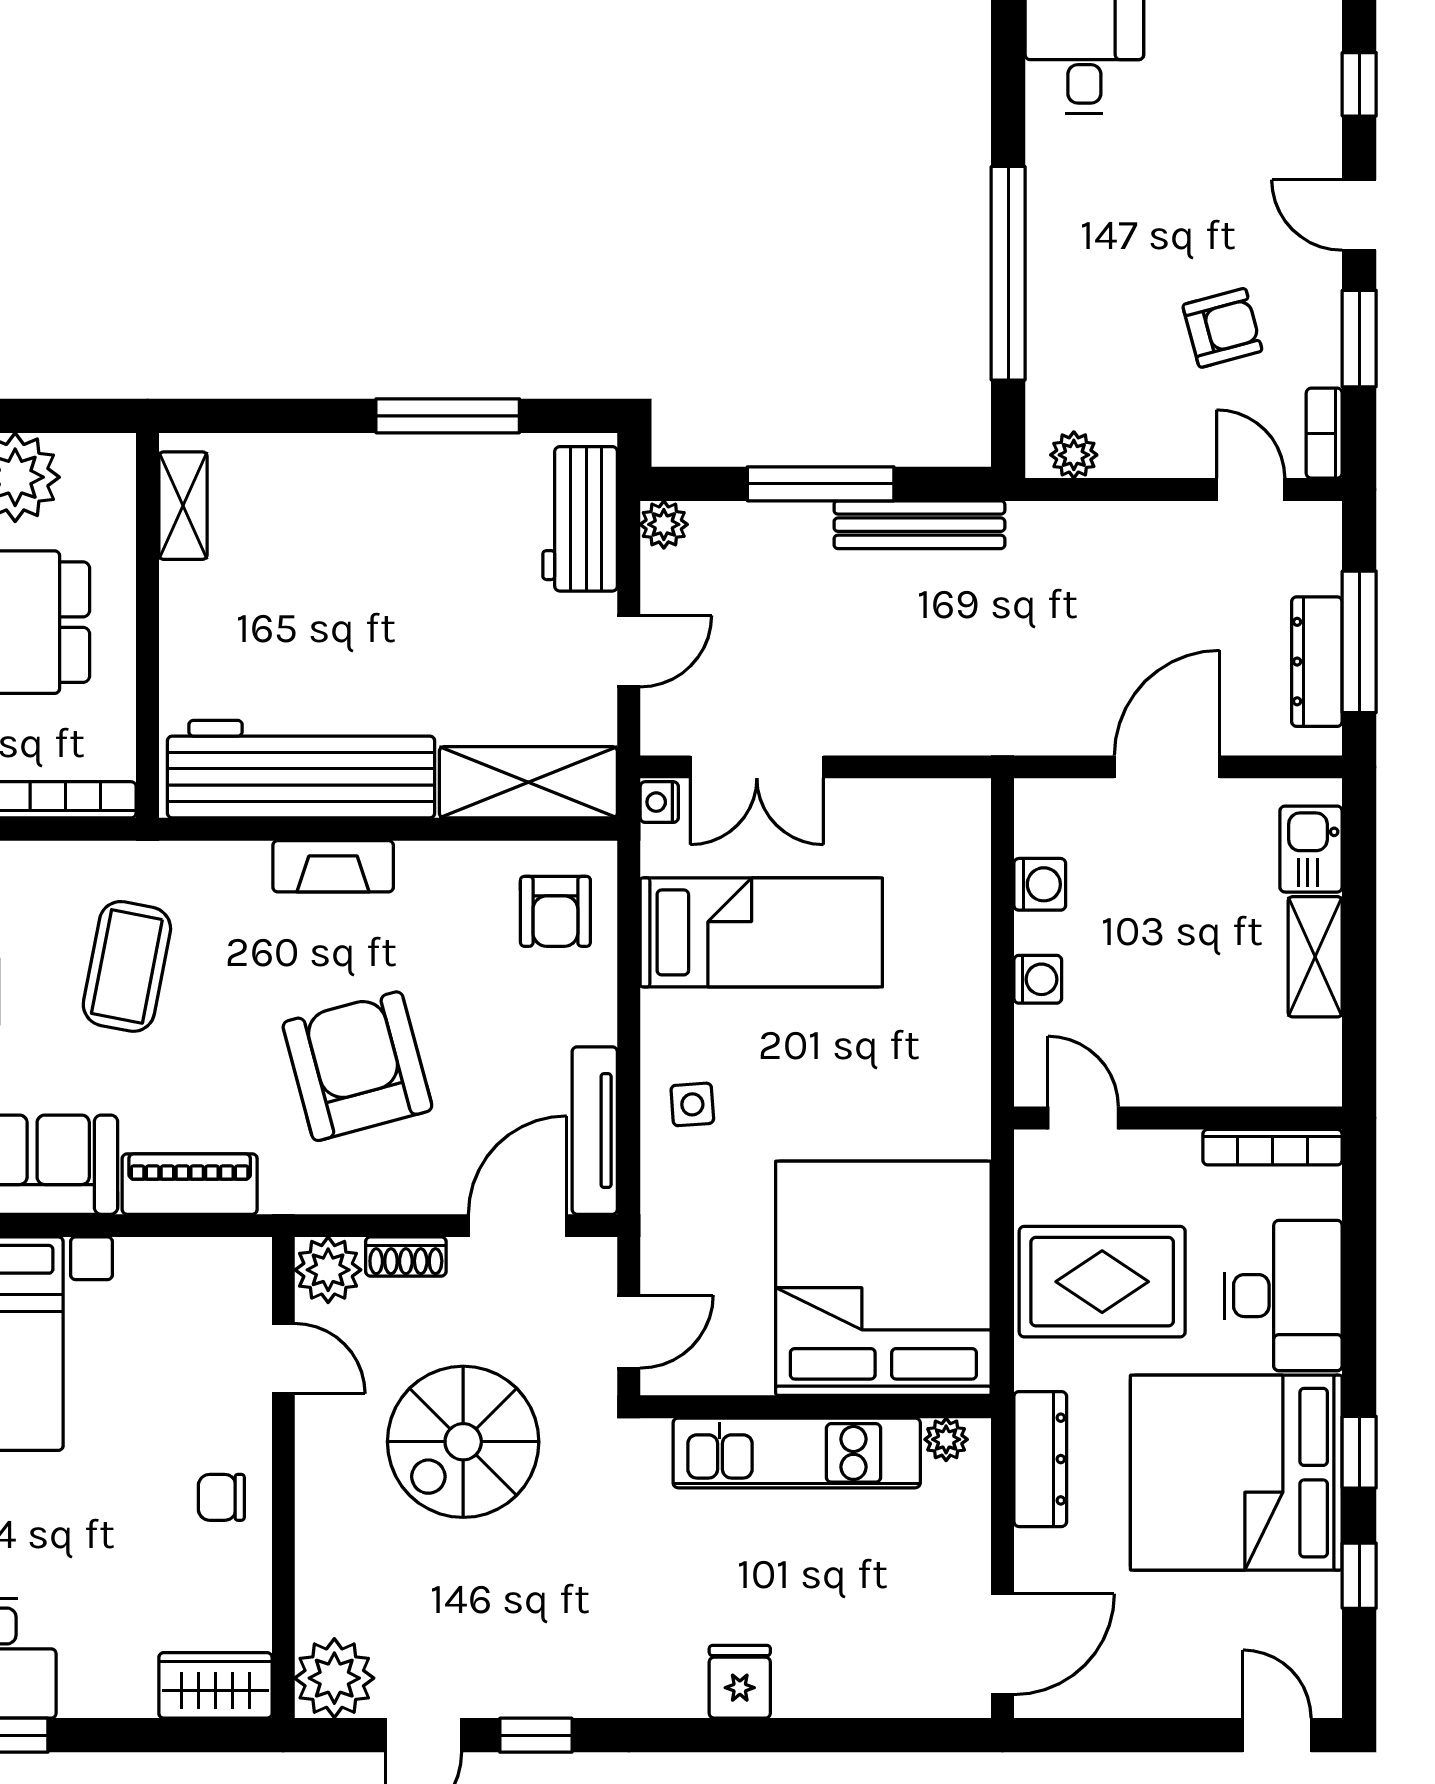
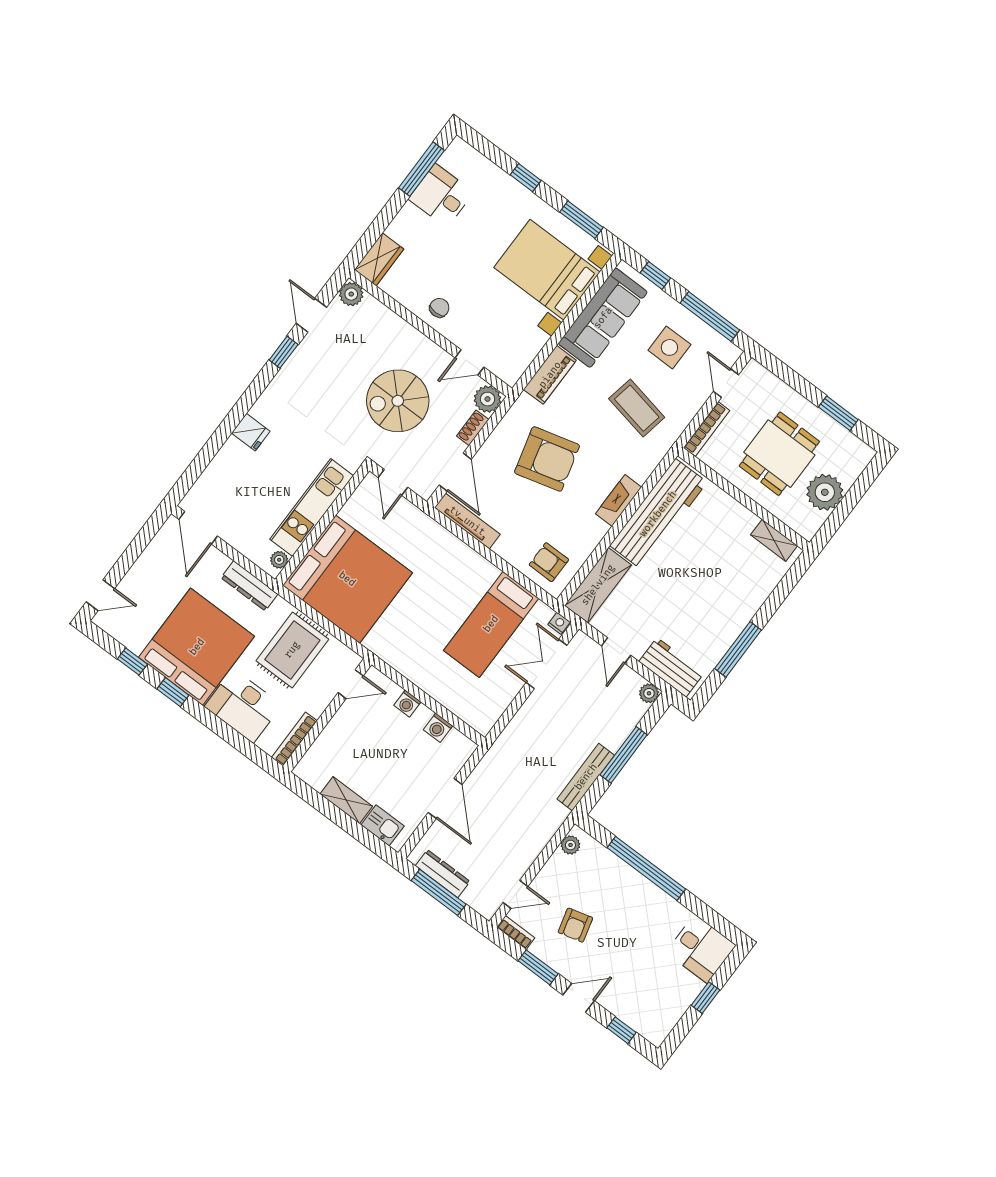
side table: (692, 1104) -> (452, 559), removed
spiral stairs: (463, 1442) -> (398, 401), turned -90
plant: (334, 1678) -> (351, 294), width x0.73, depth x0.73

